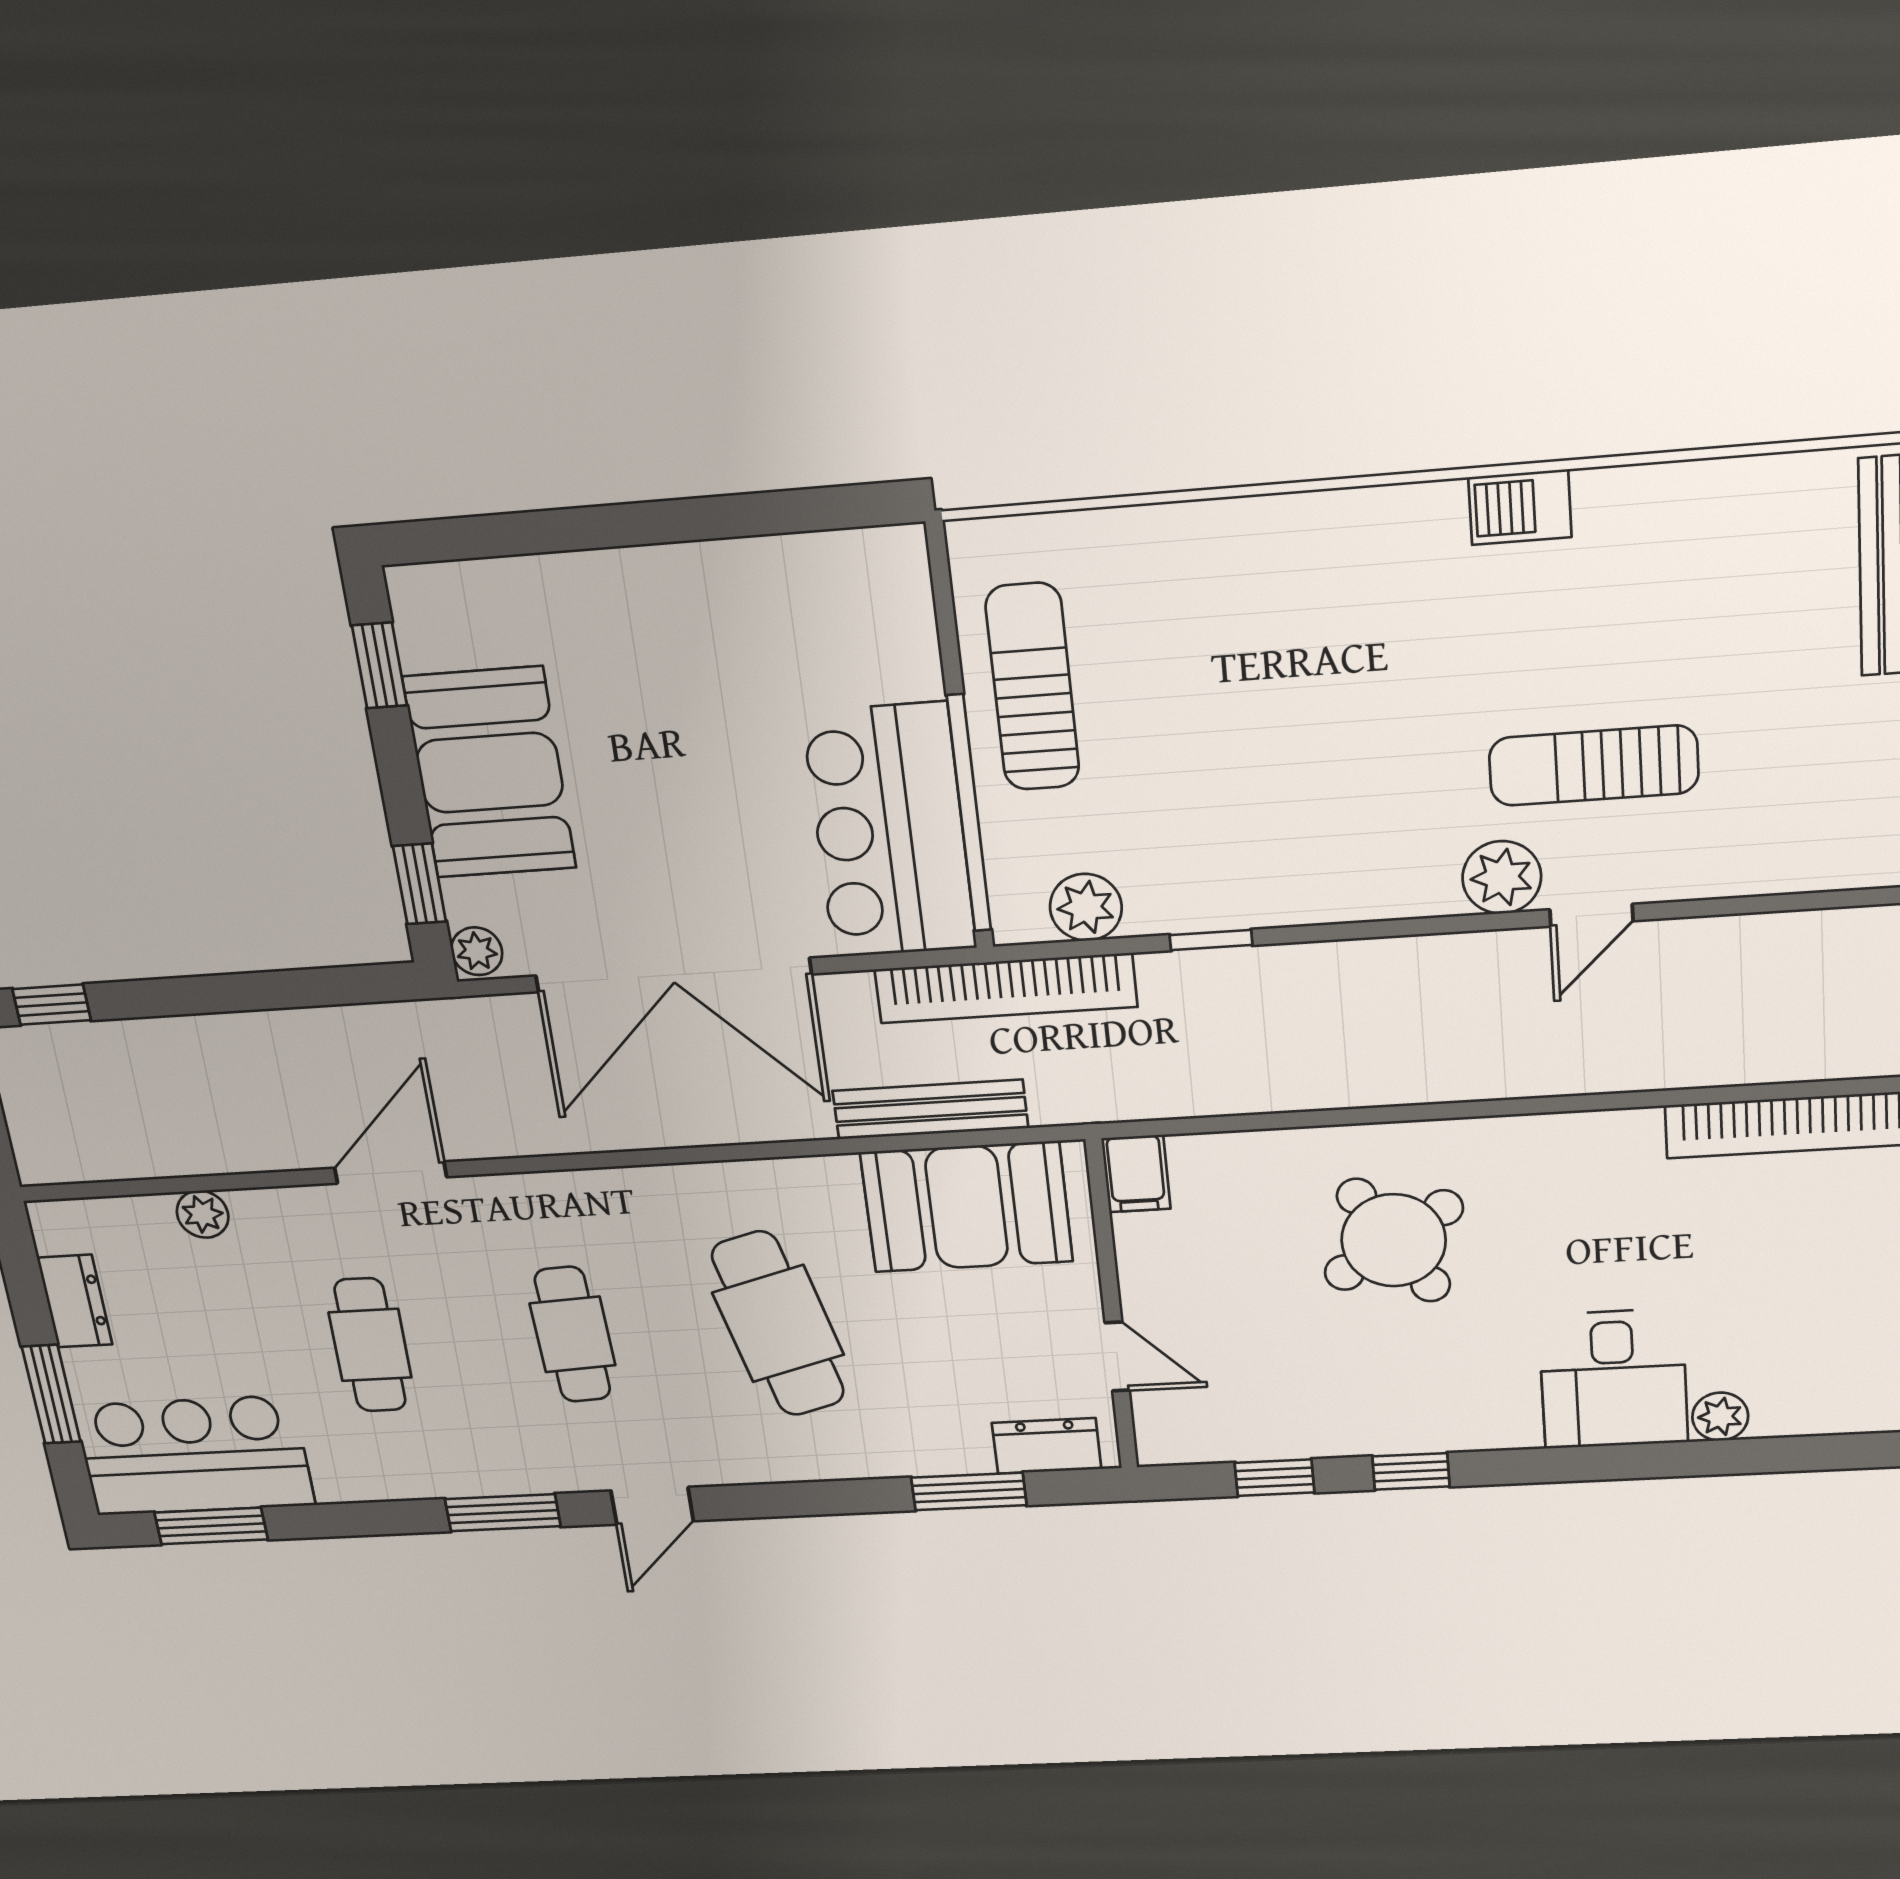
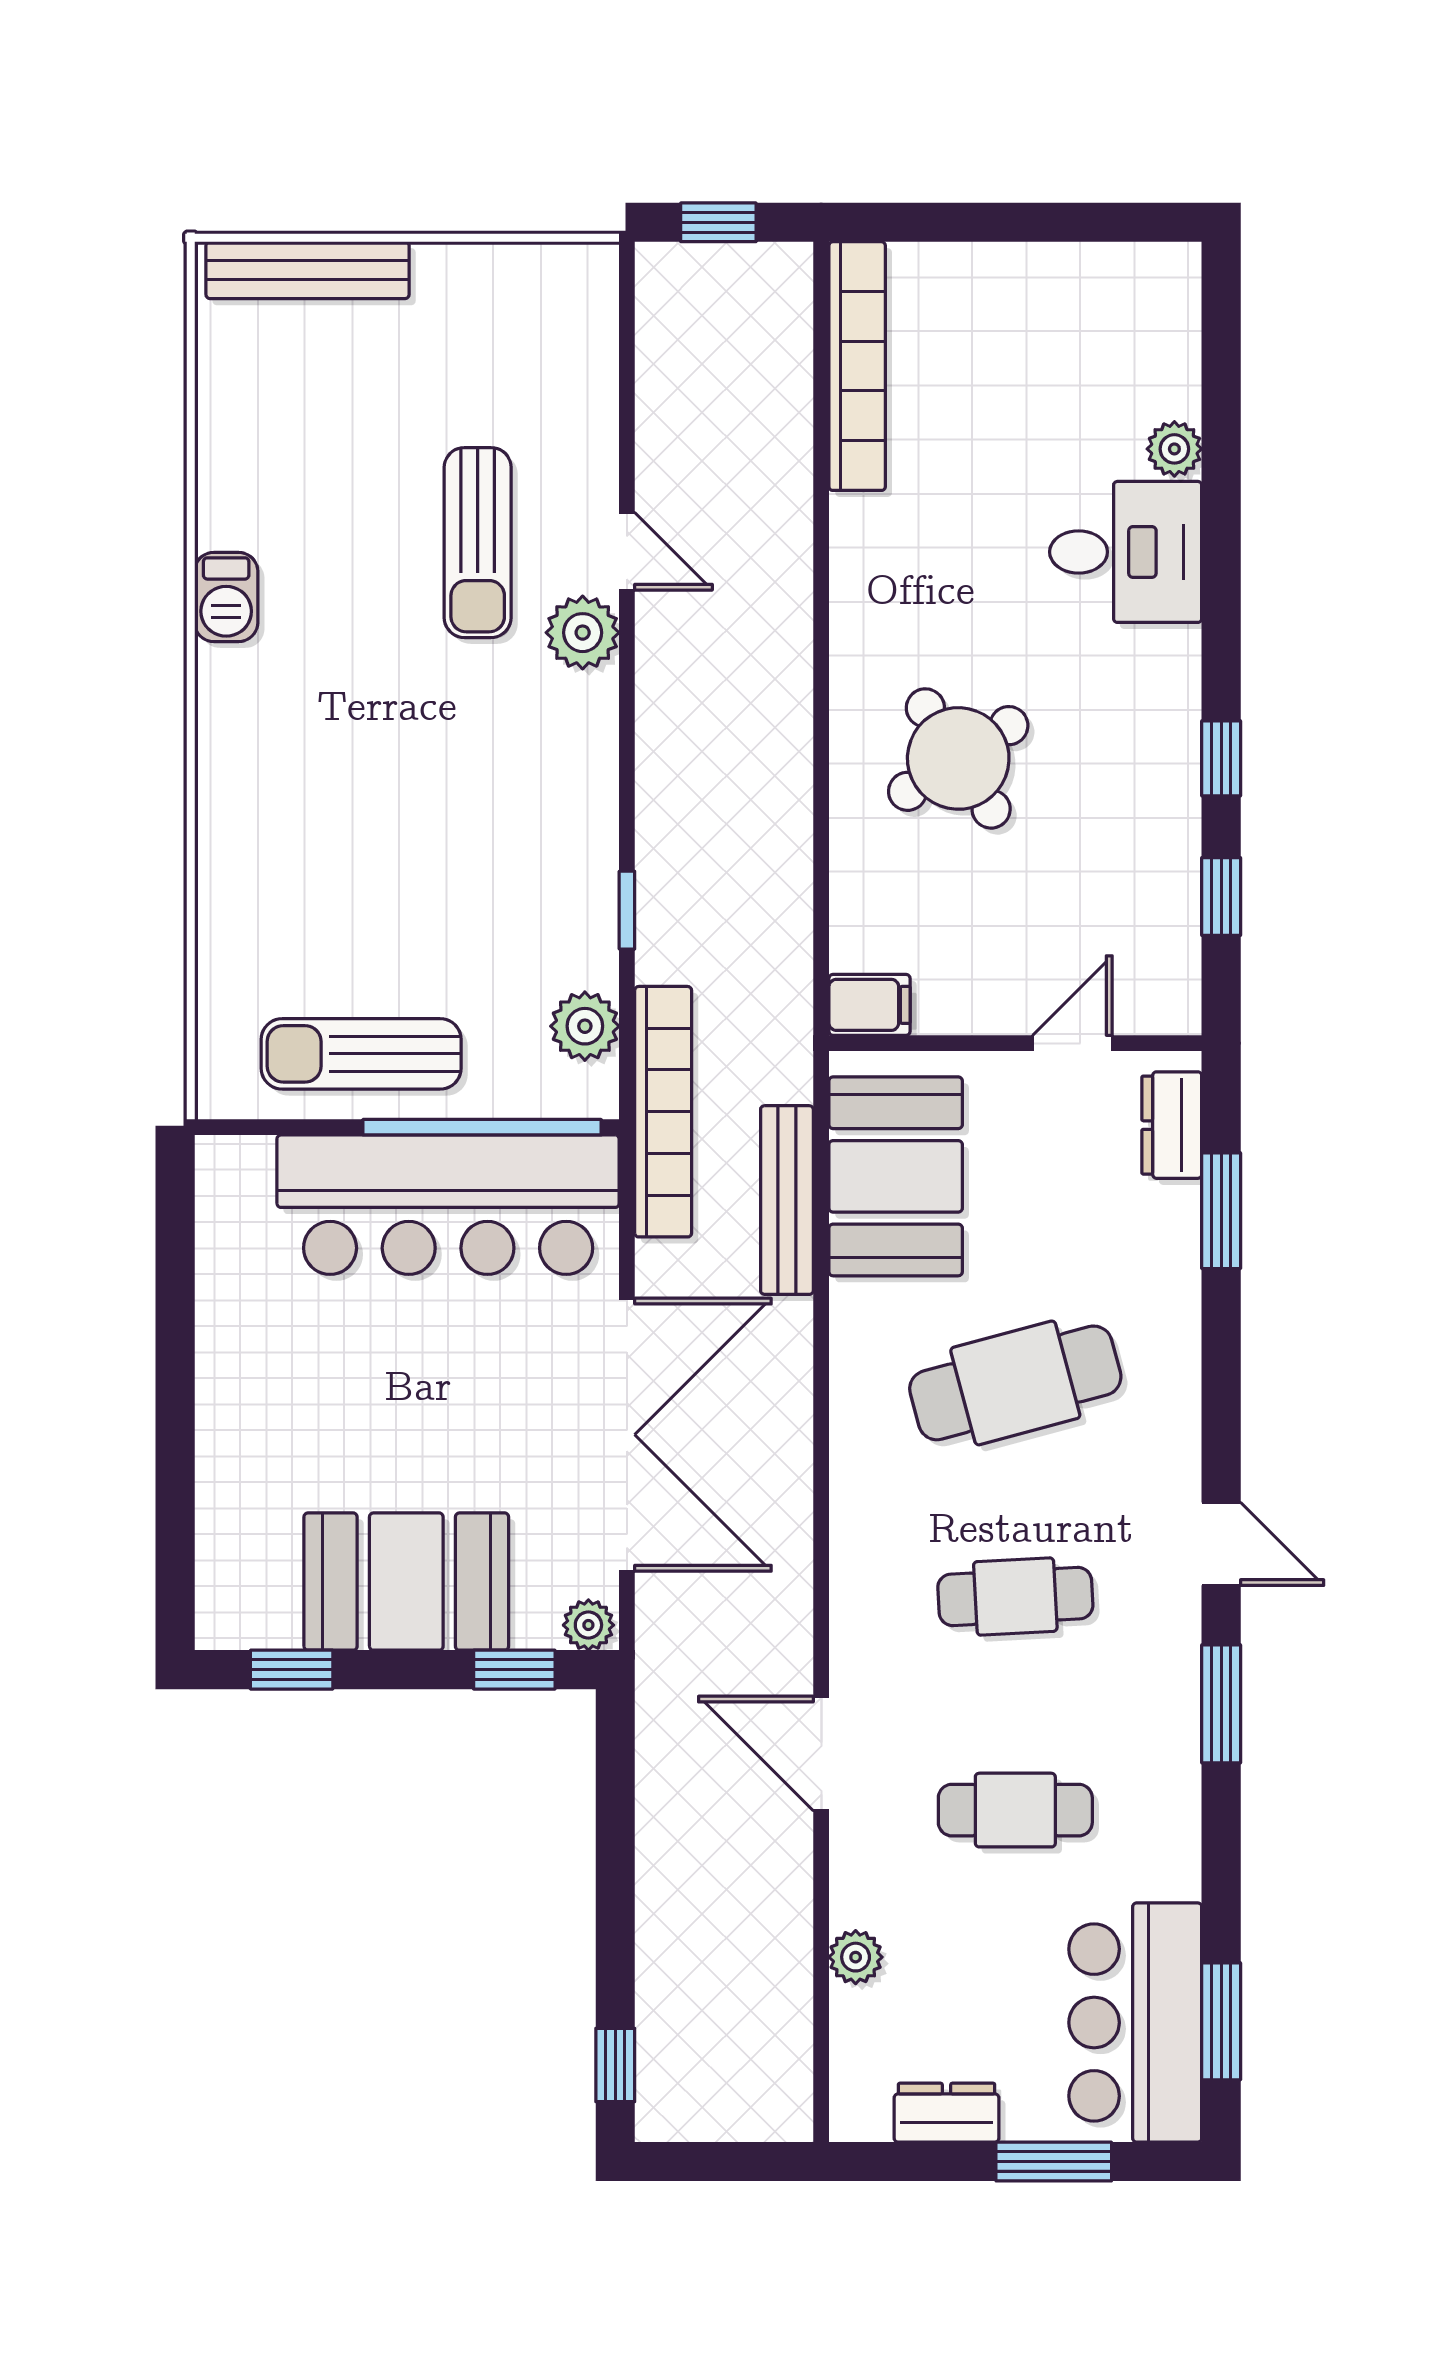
bar counter: (890, 831) -> (448, 1205), width x1.36

